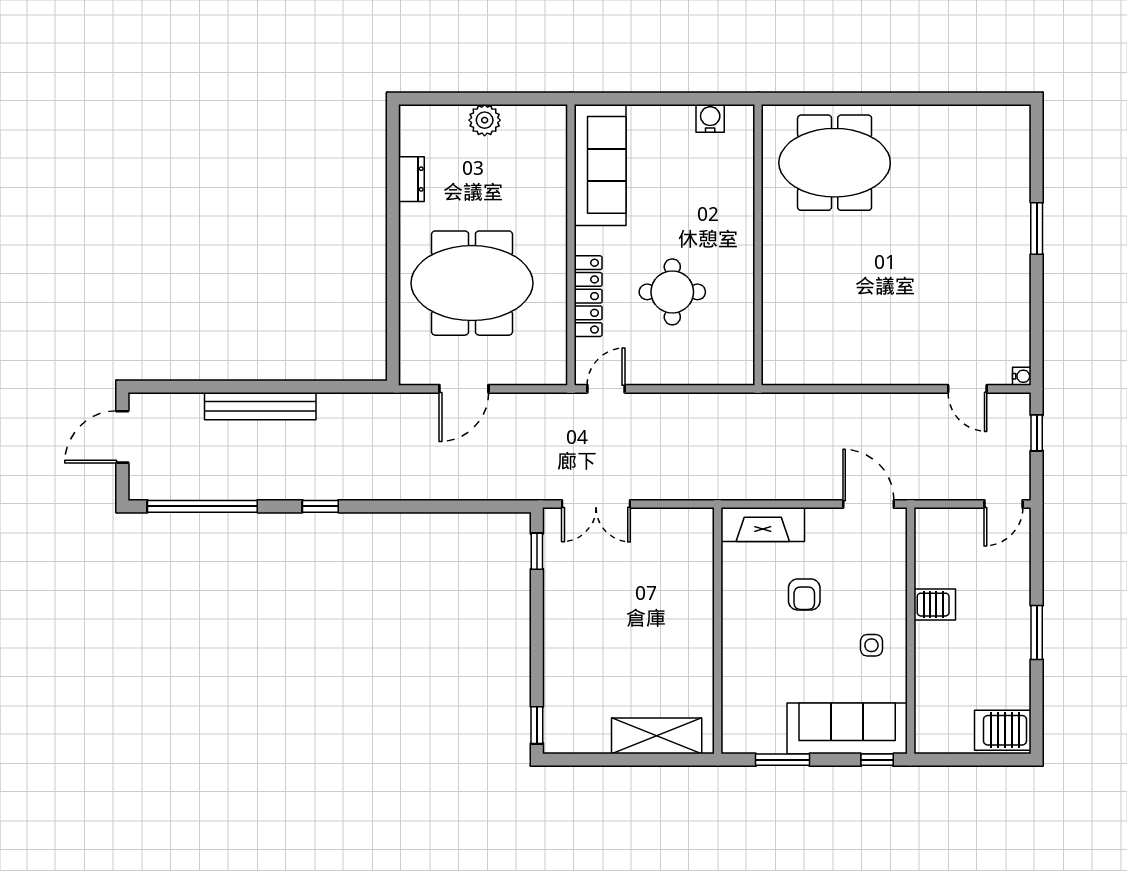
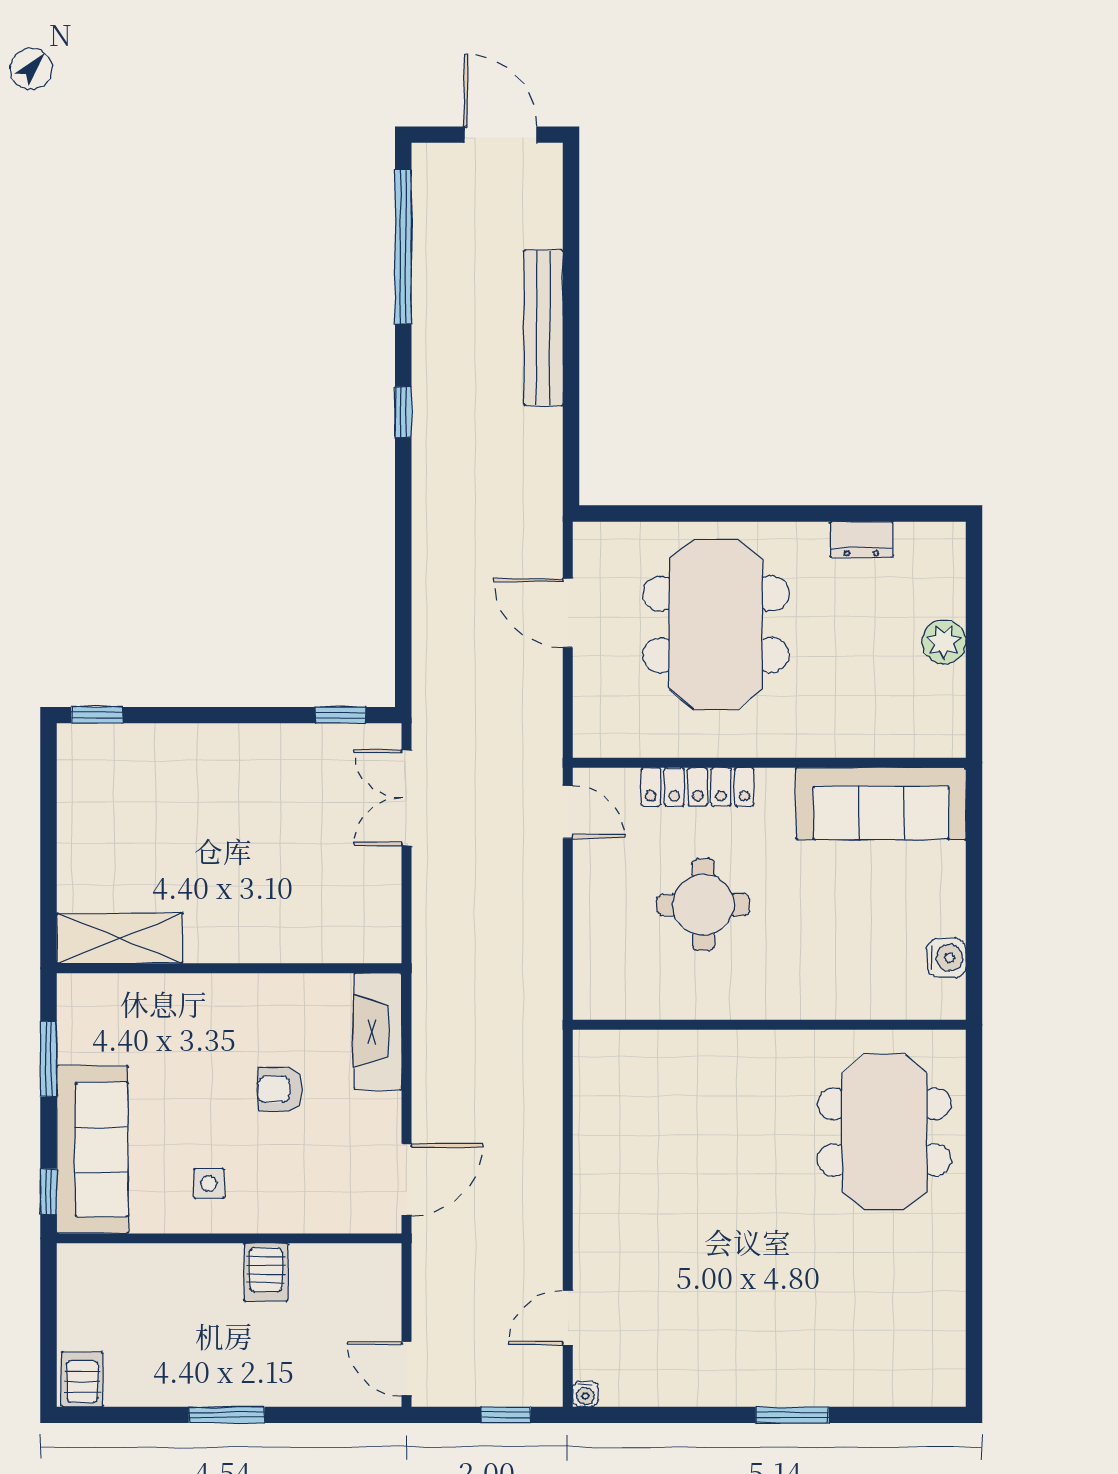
server rack: (1003, 730) -> (82, 1379), width x0.73, depth x0.70
shelving: (657, 736) -> (120, 938), moved, turned 90

